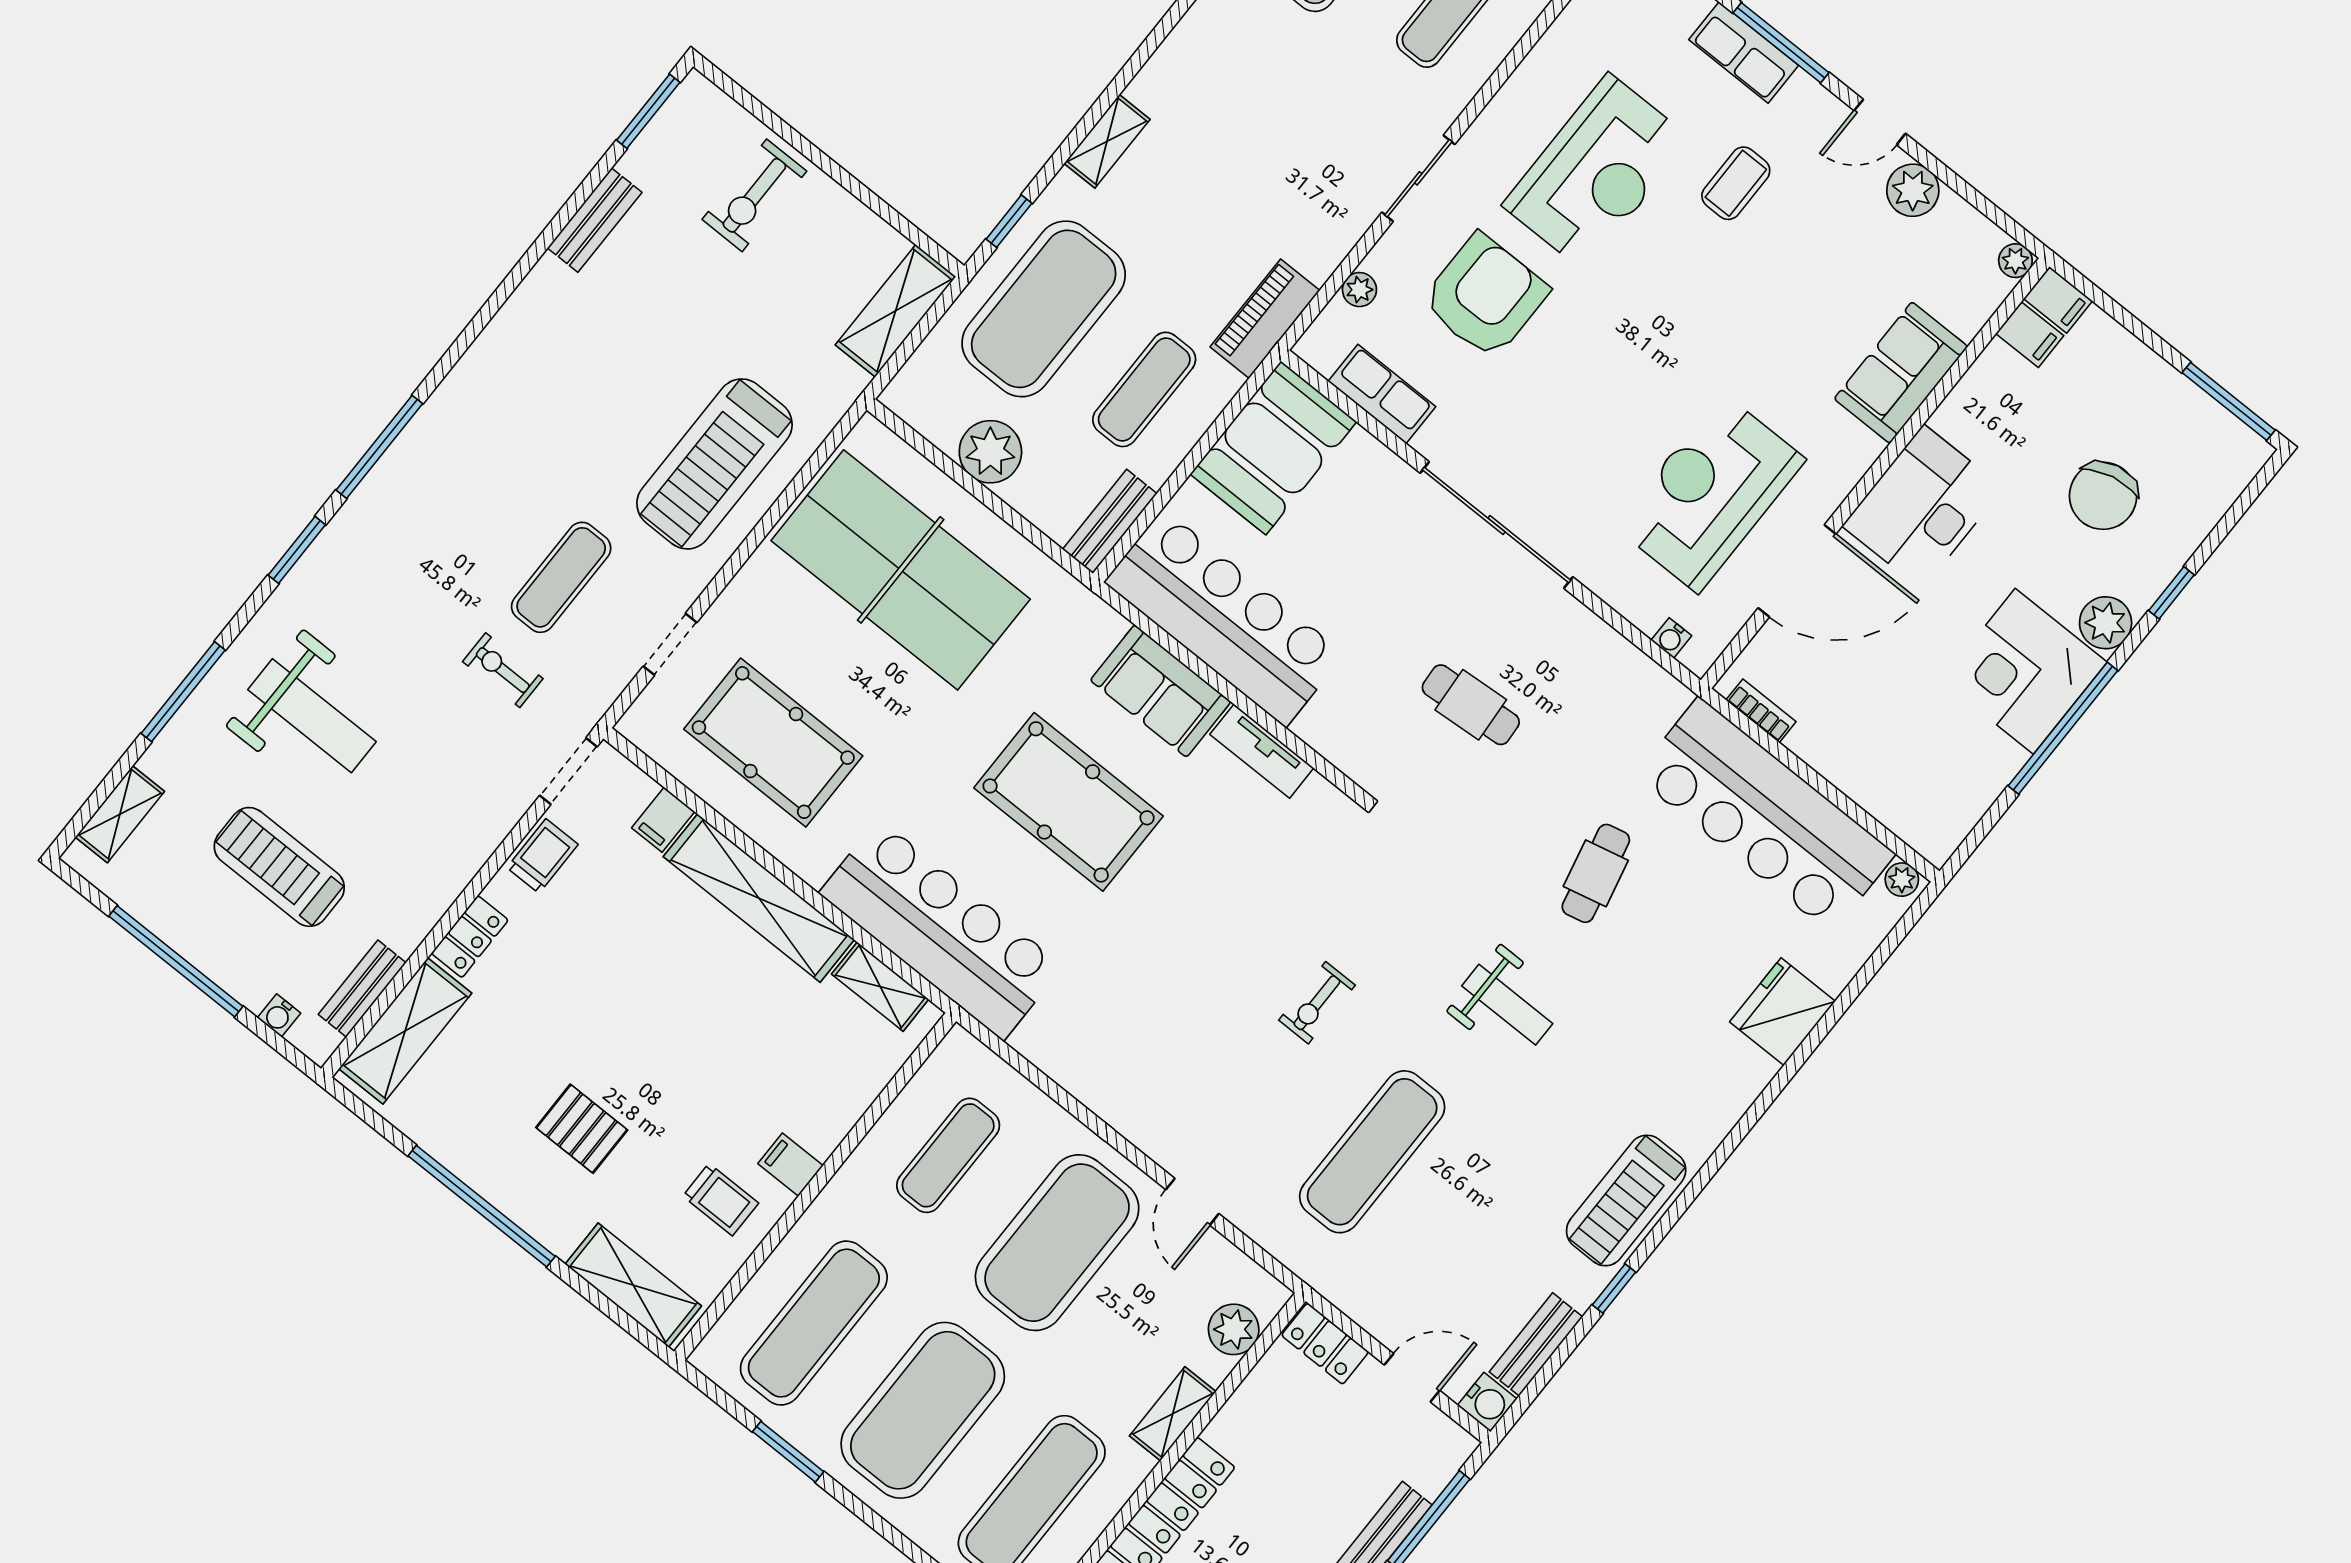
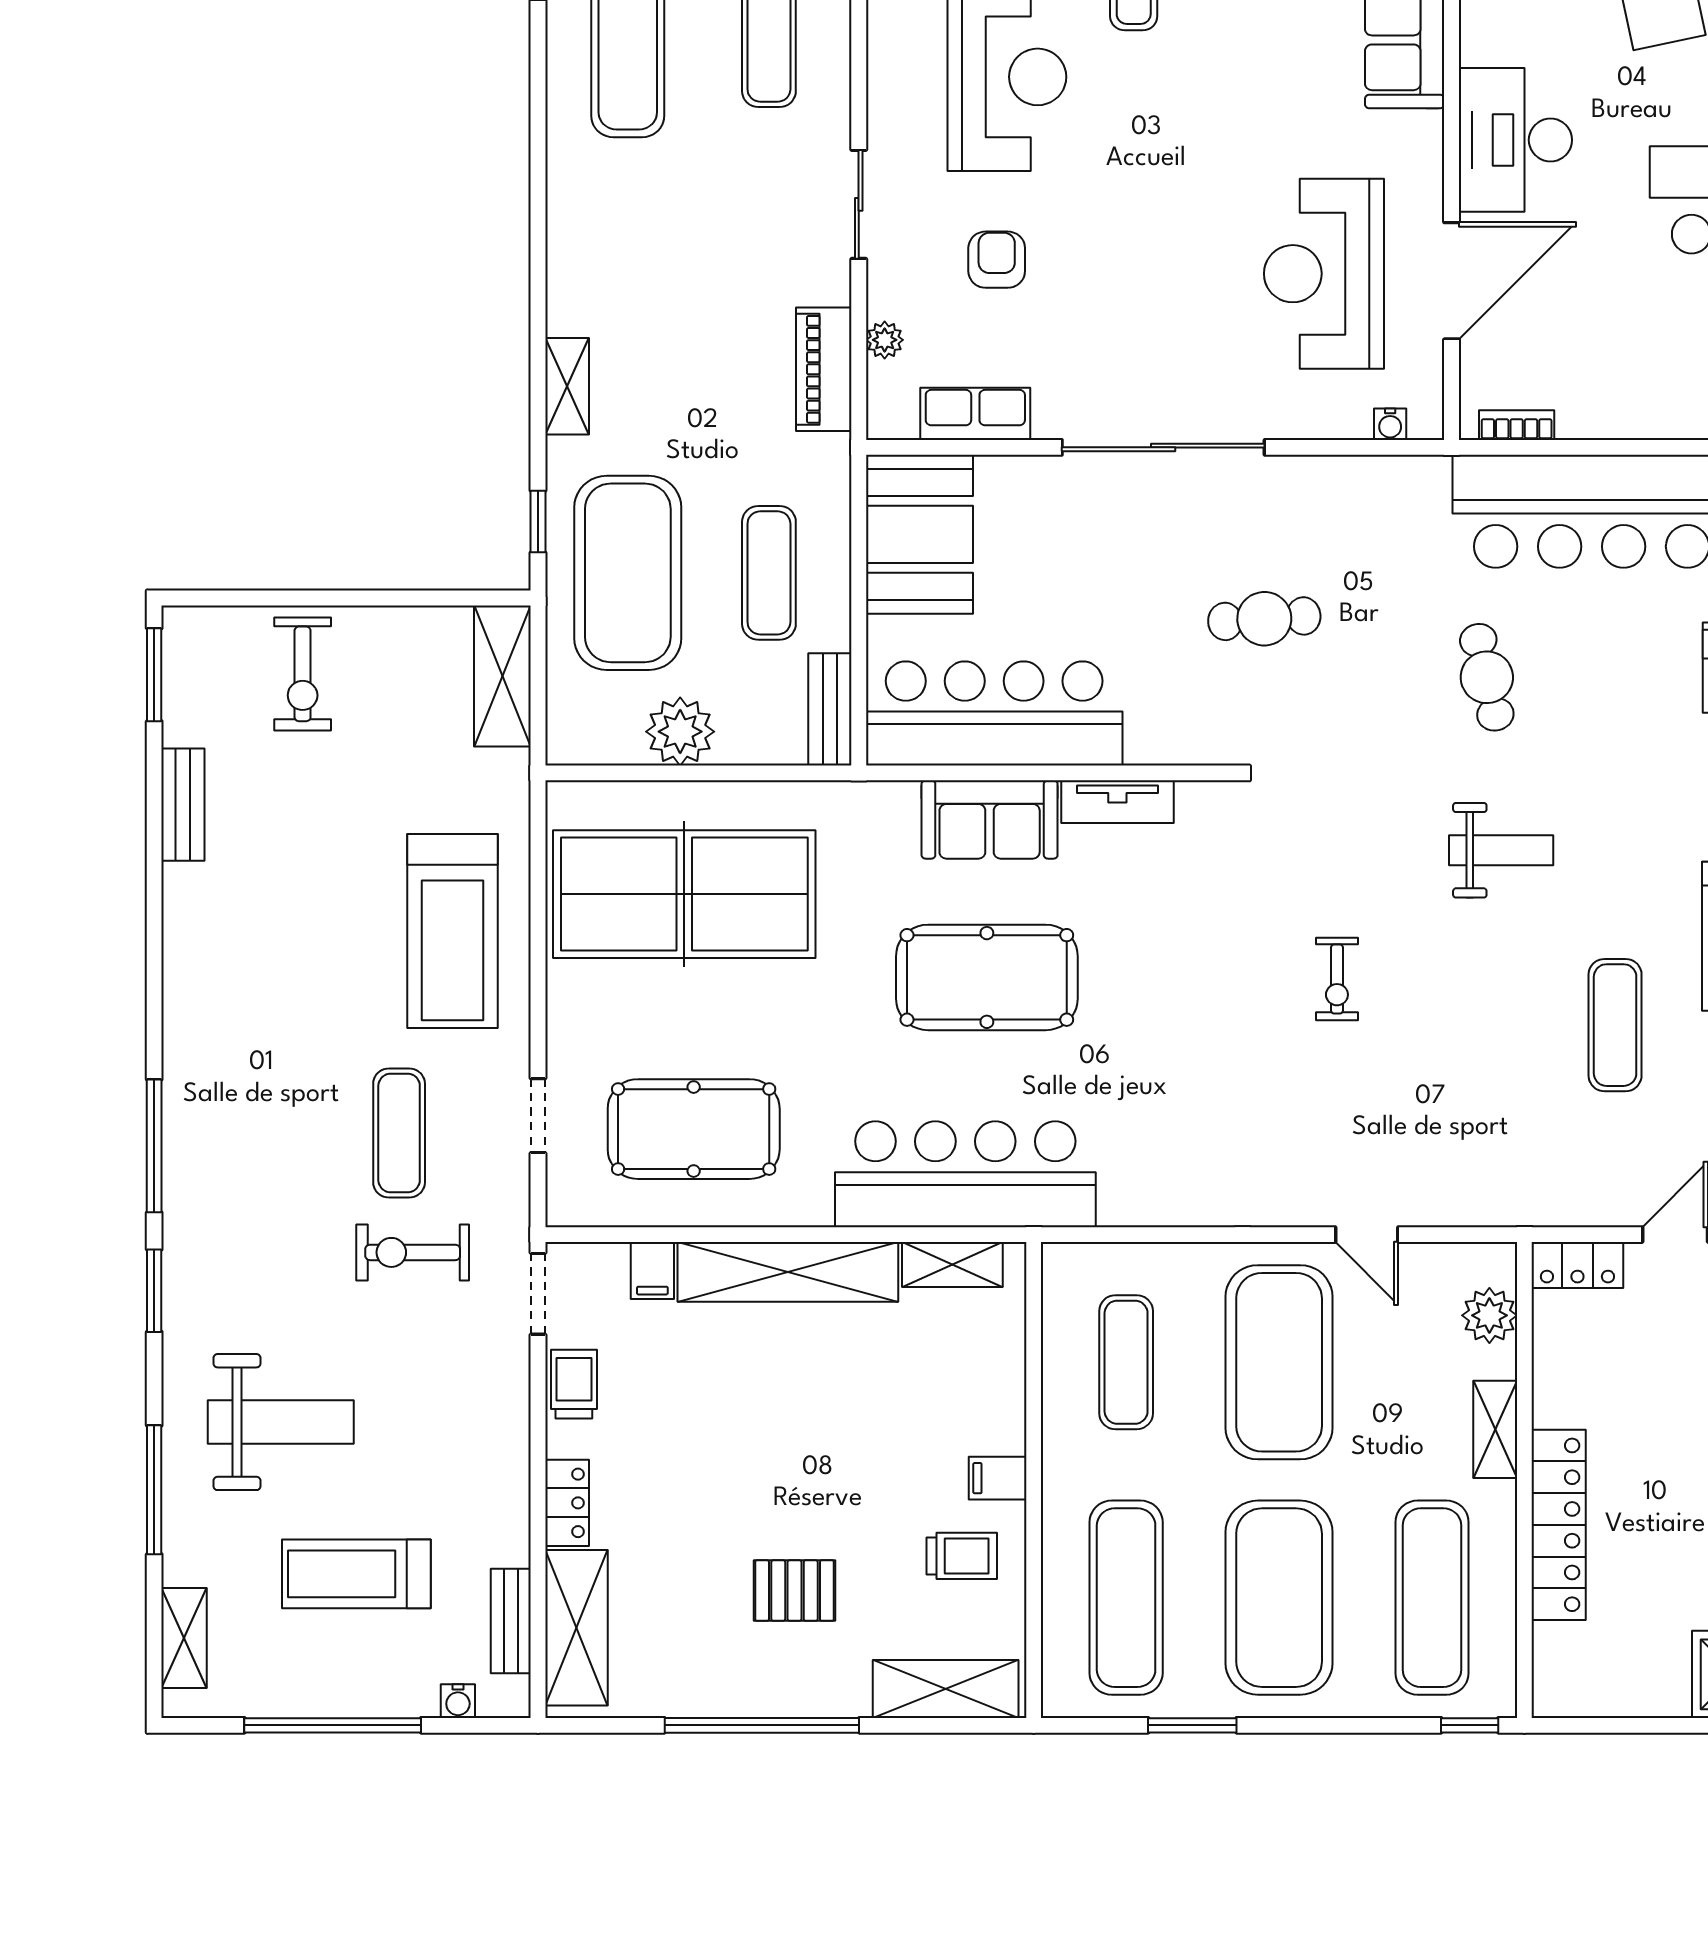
armchair: (1485, 296) -> (997, 260), width x0.53, depth x0.53
piano: (1265, 319) -> (824, 369), moved
exercise bike: (503, 670) -> (413, 1252), width x1.38, depth x1.39
exercise mat: (1372, 1152) -> (1615, 1025), moved, width x0.73, depth x0.69

